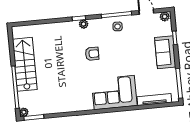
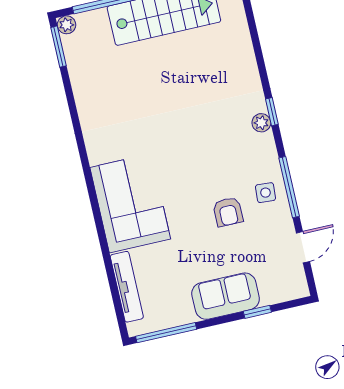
plant: (165, 17) -> (298, 286), removed
armchair: (92, 54) -> (228, 212), moved

